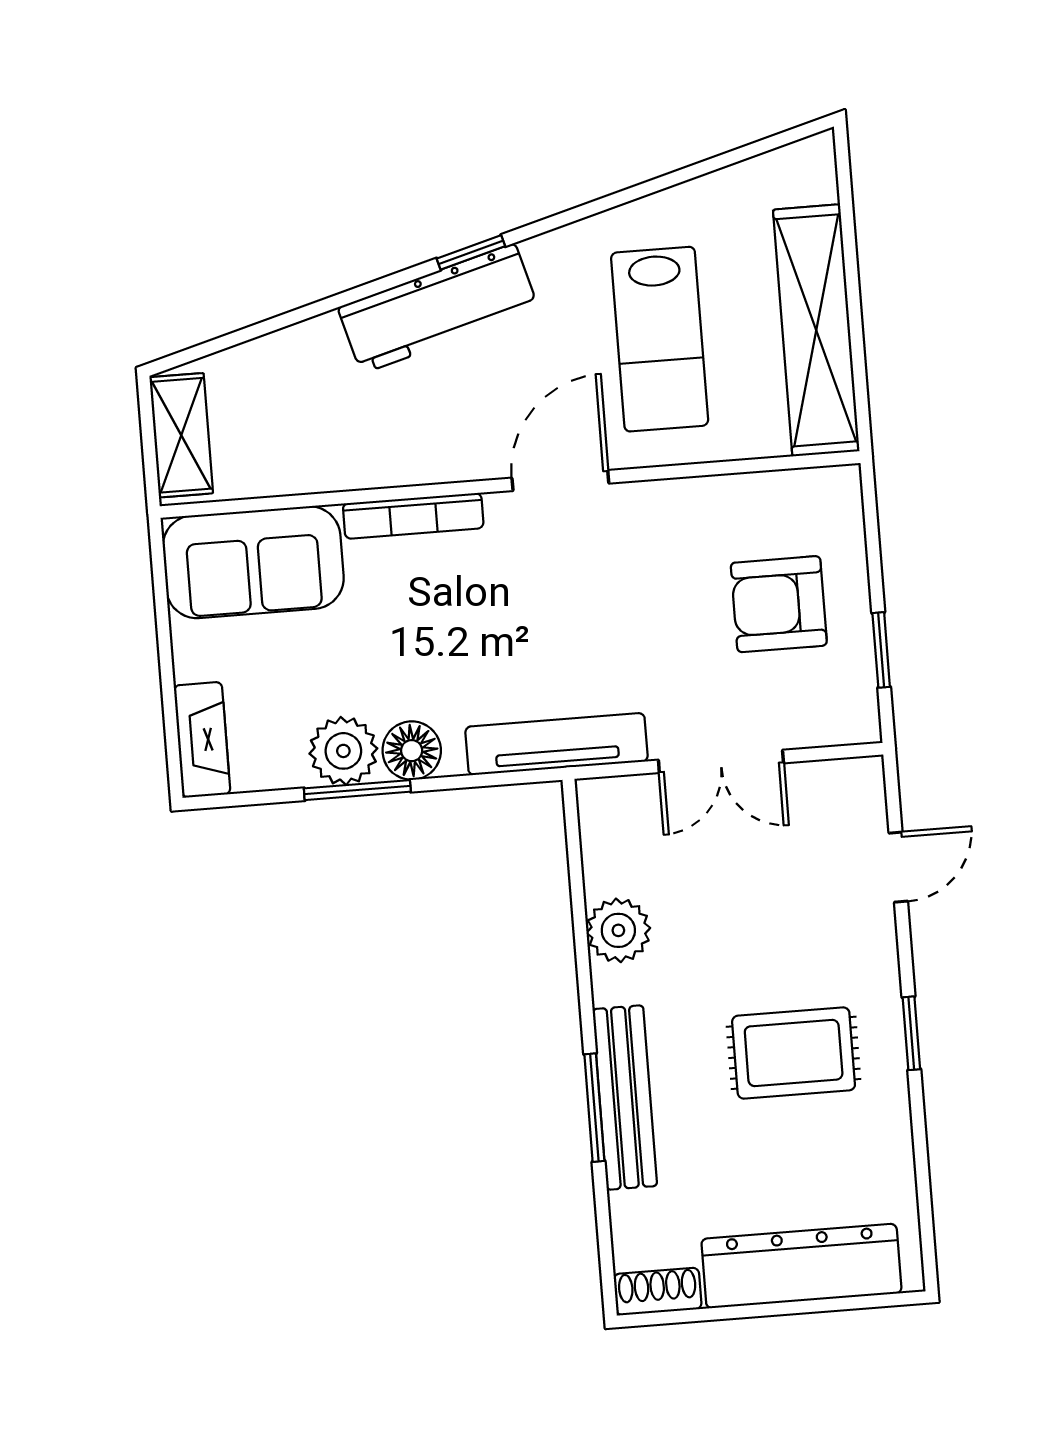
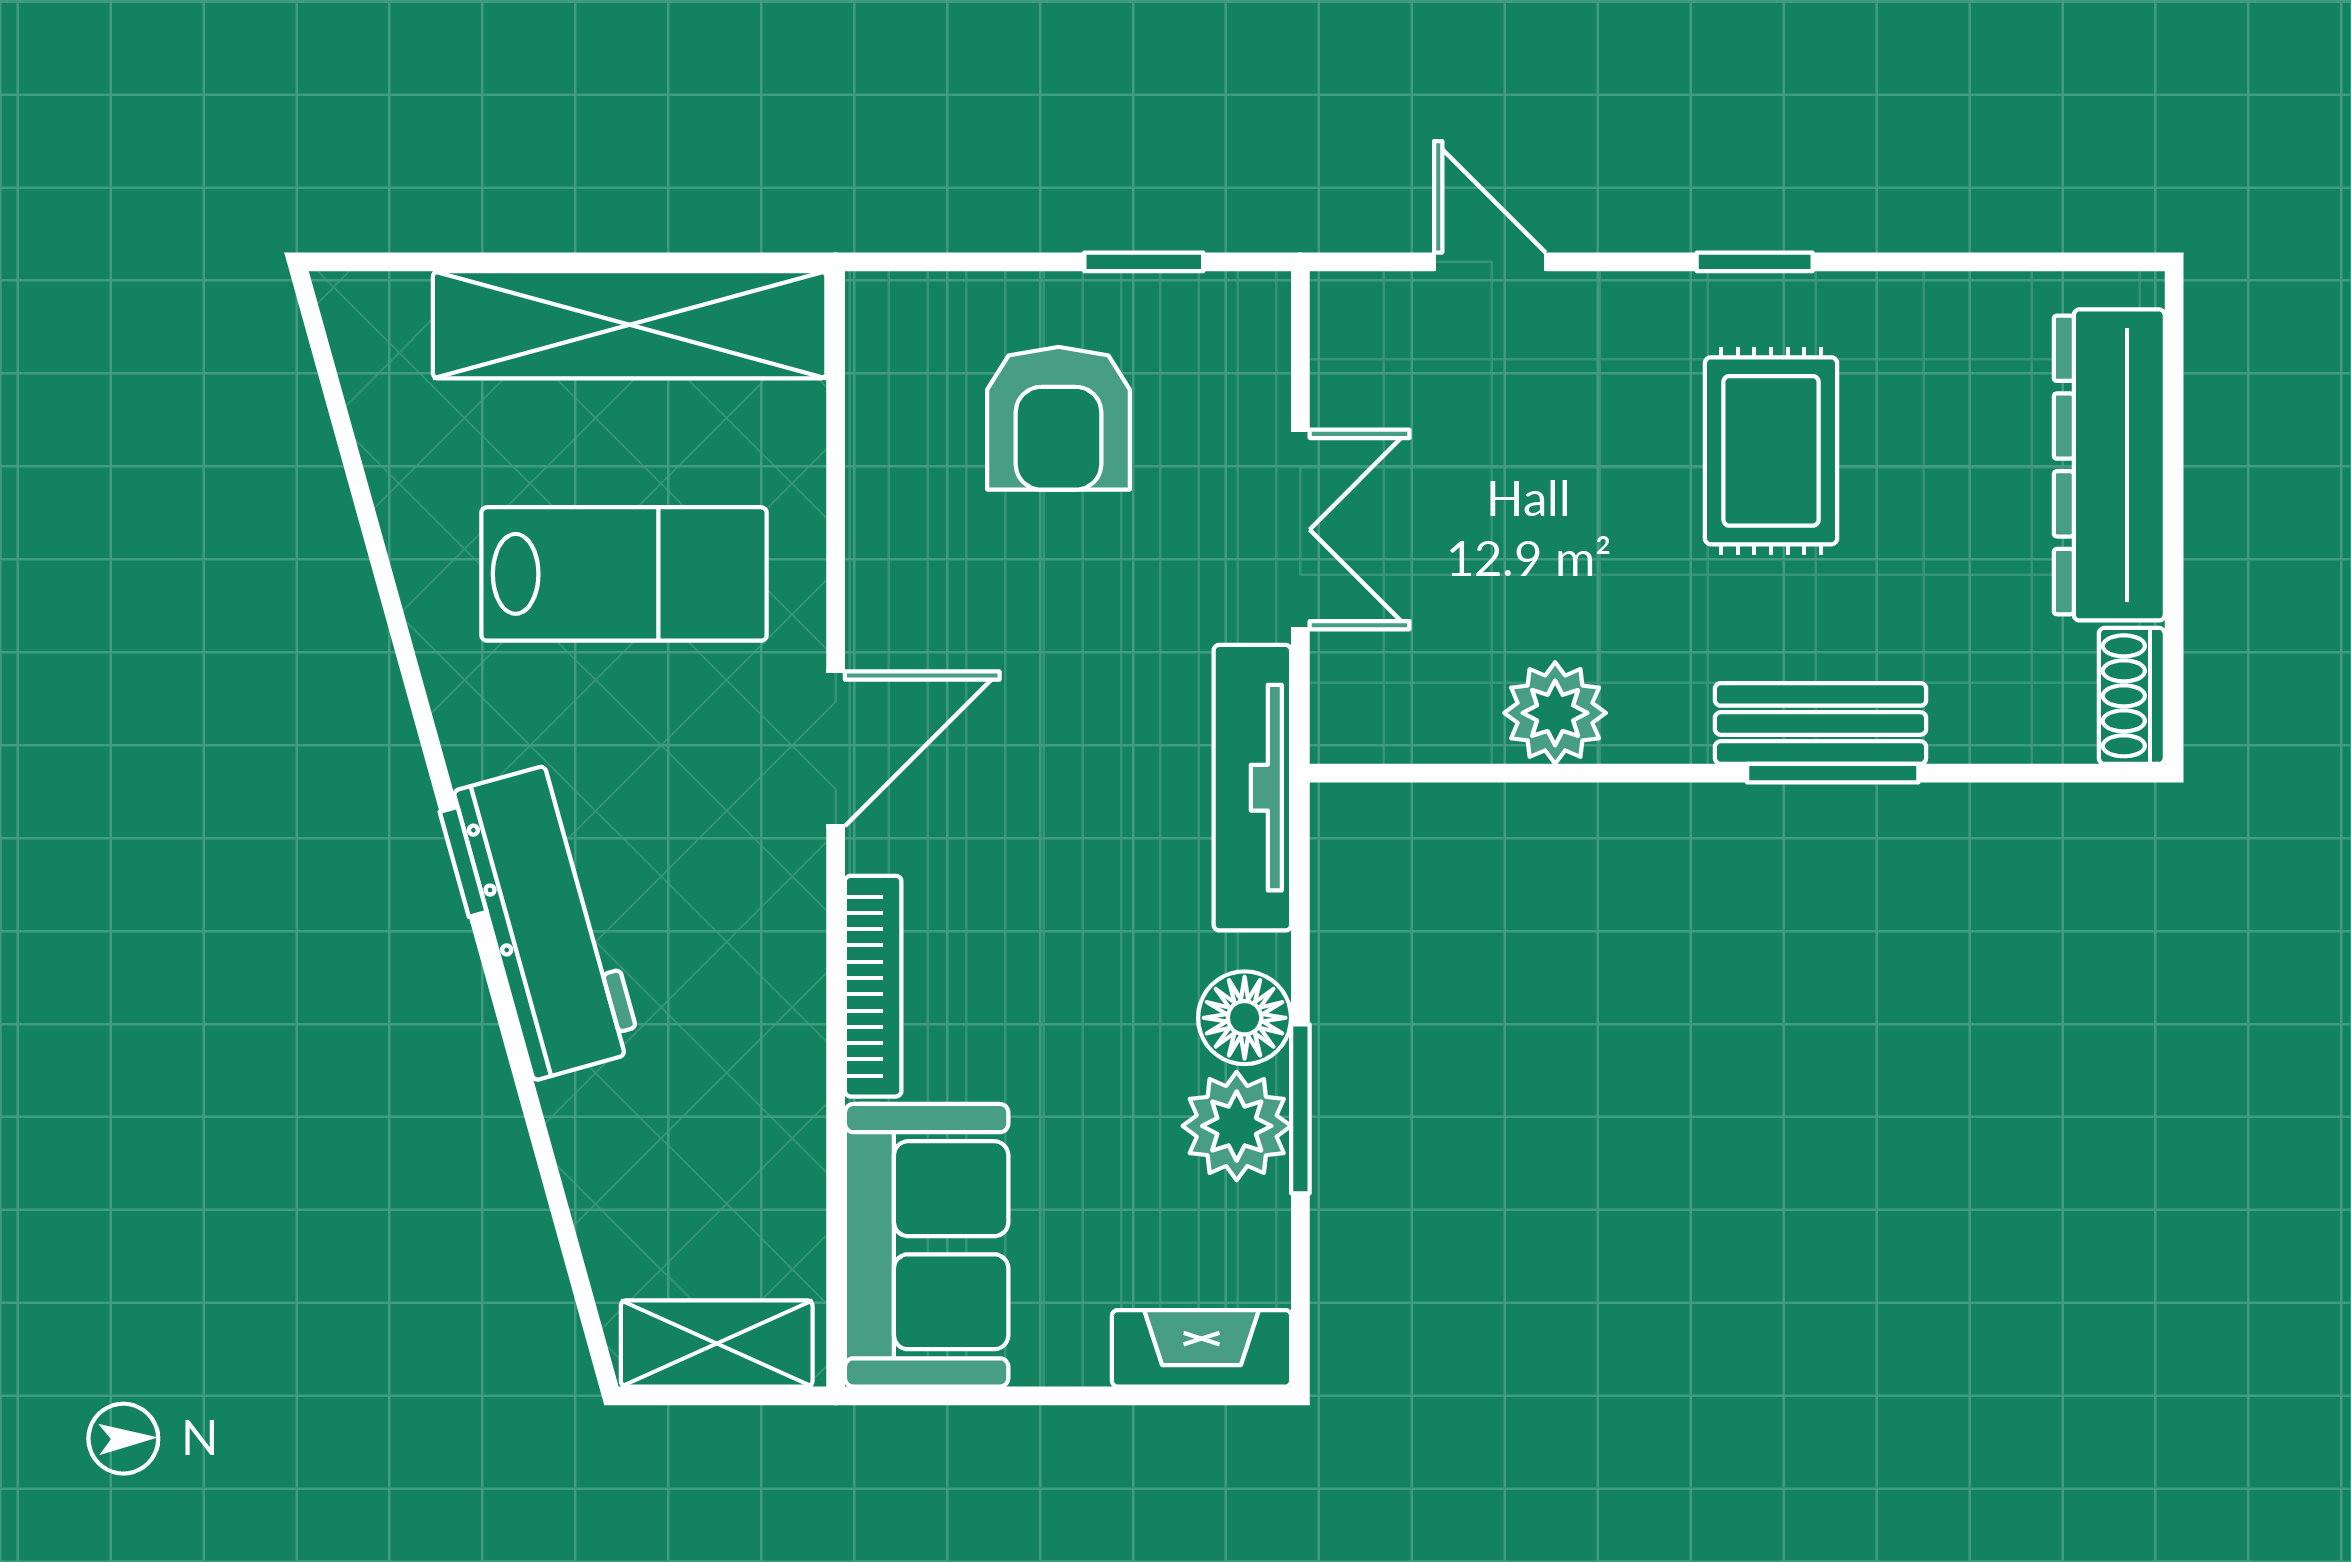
door: (560, 481) -> (836, 749), swing flipped
bench: (625, 1098) -> (1821, 723), width x0.73

